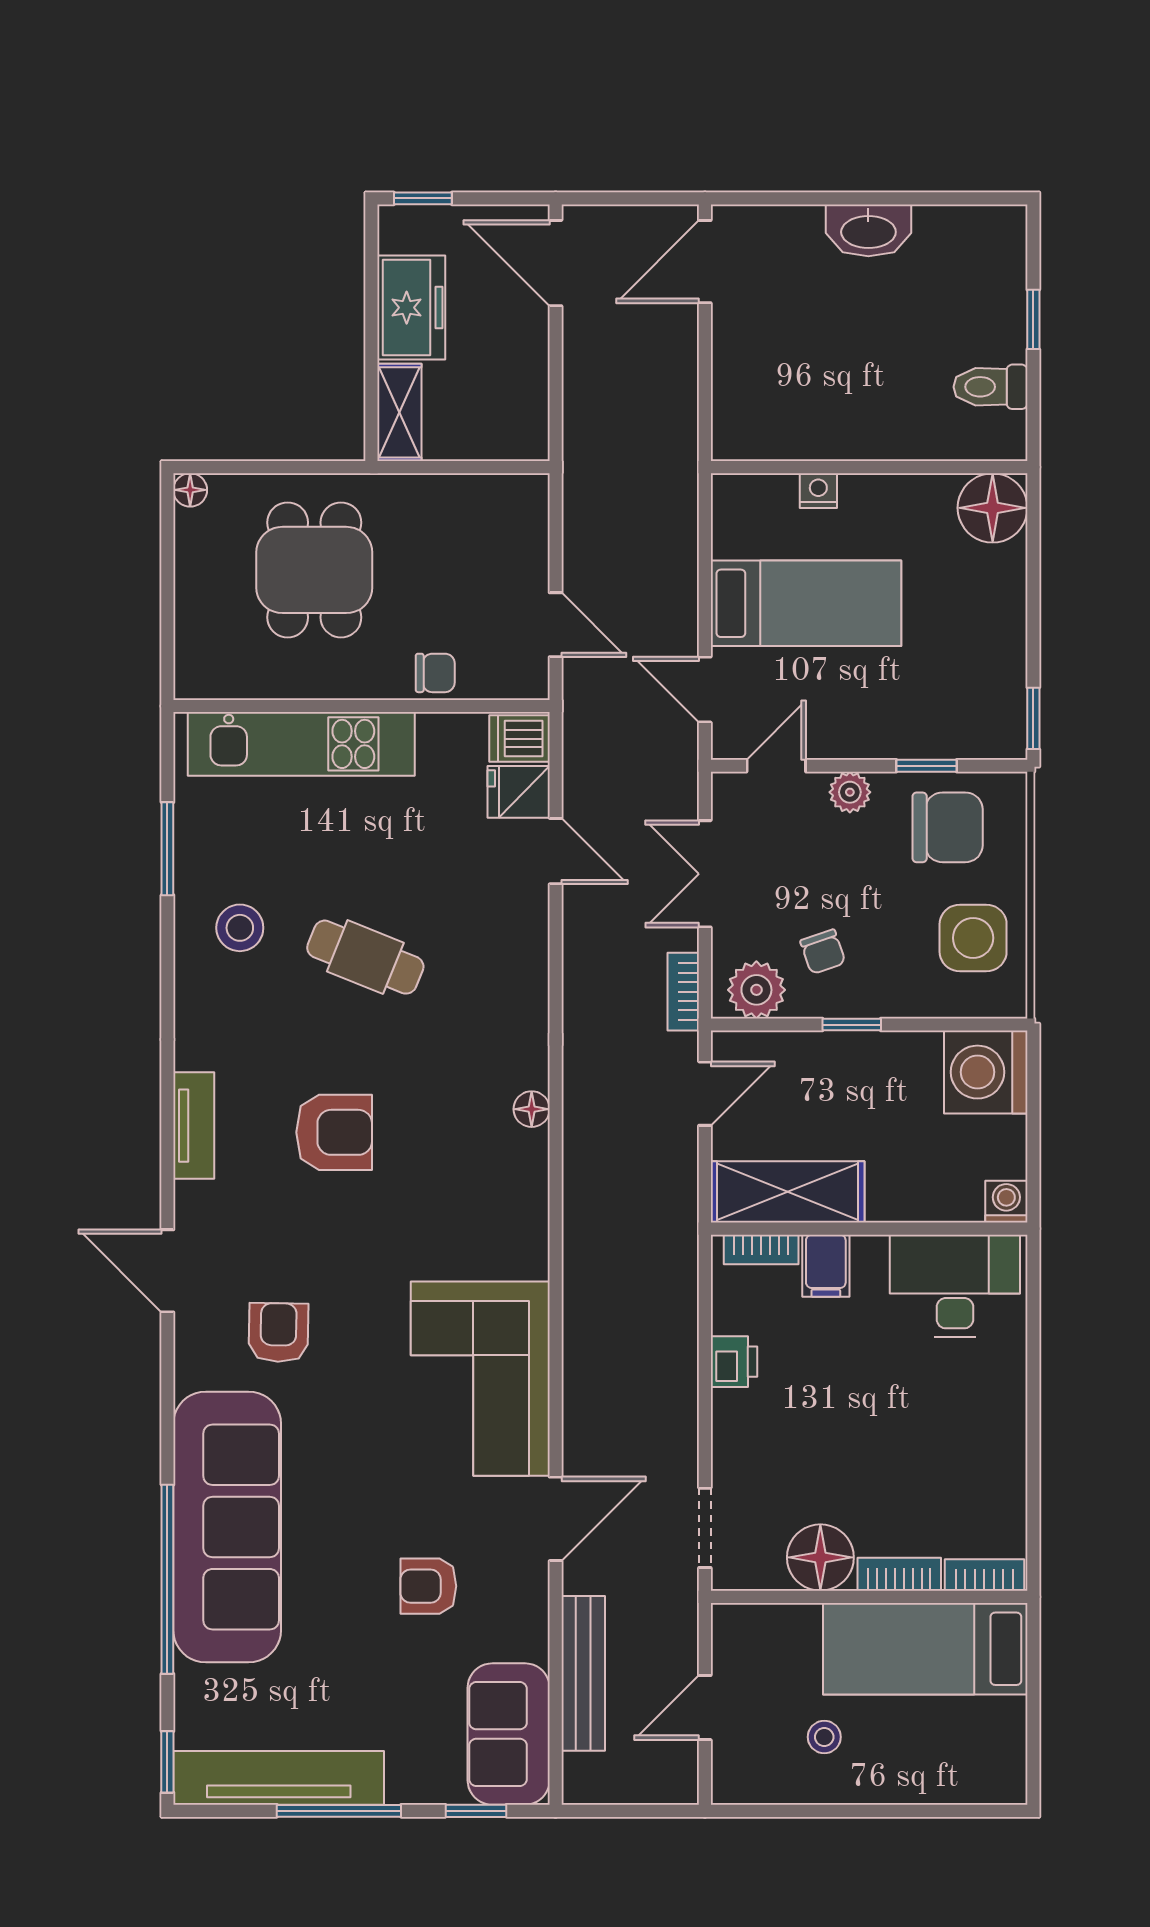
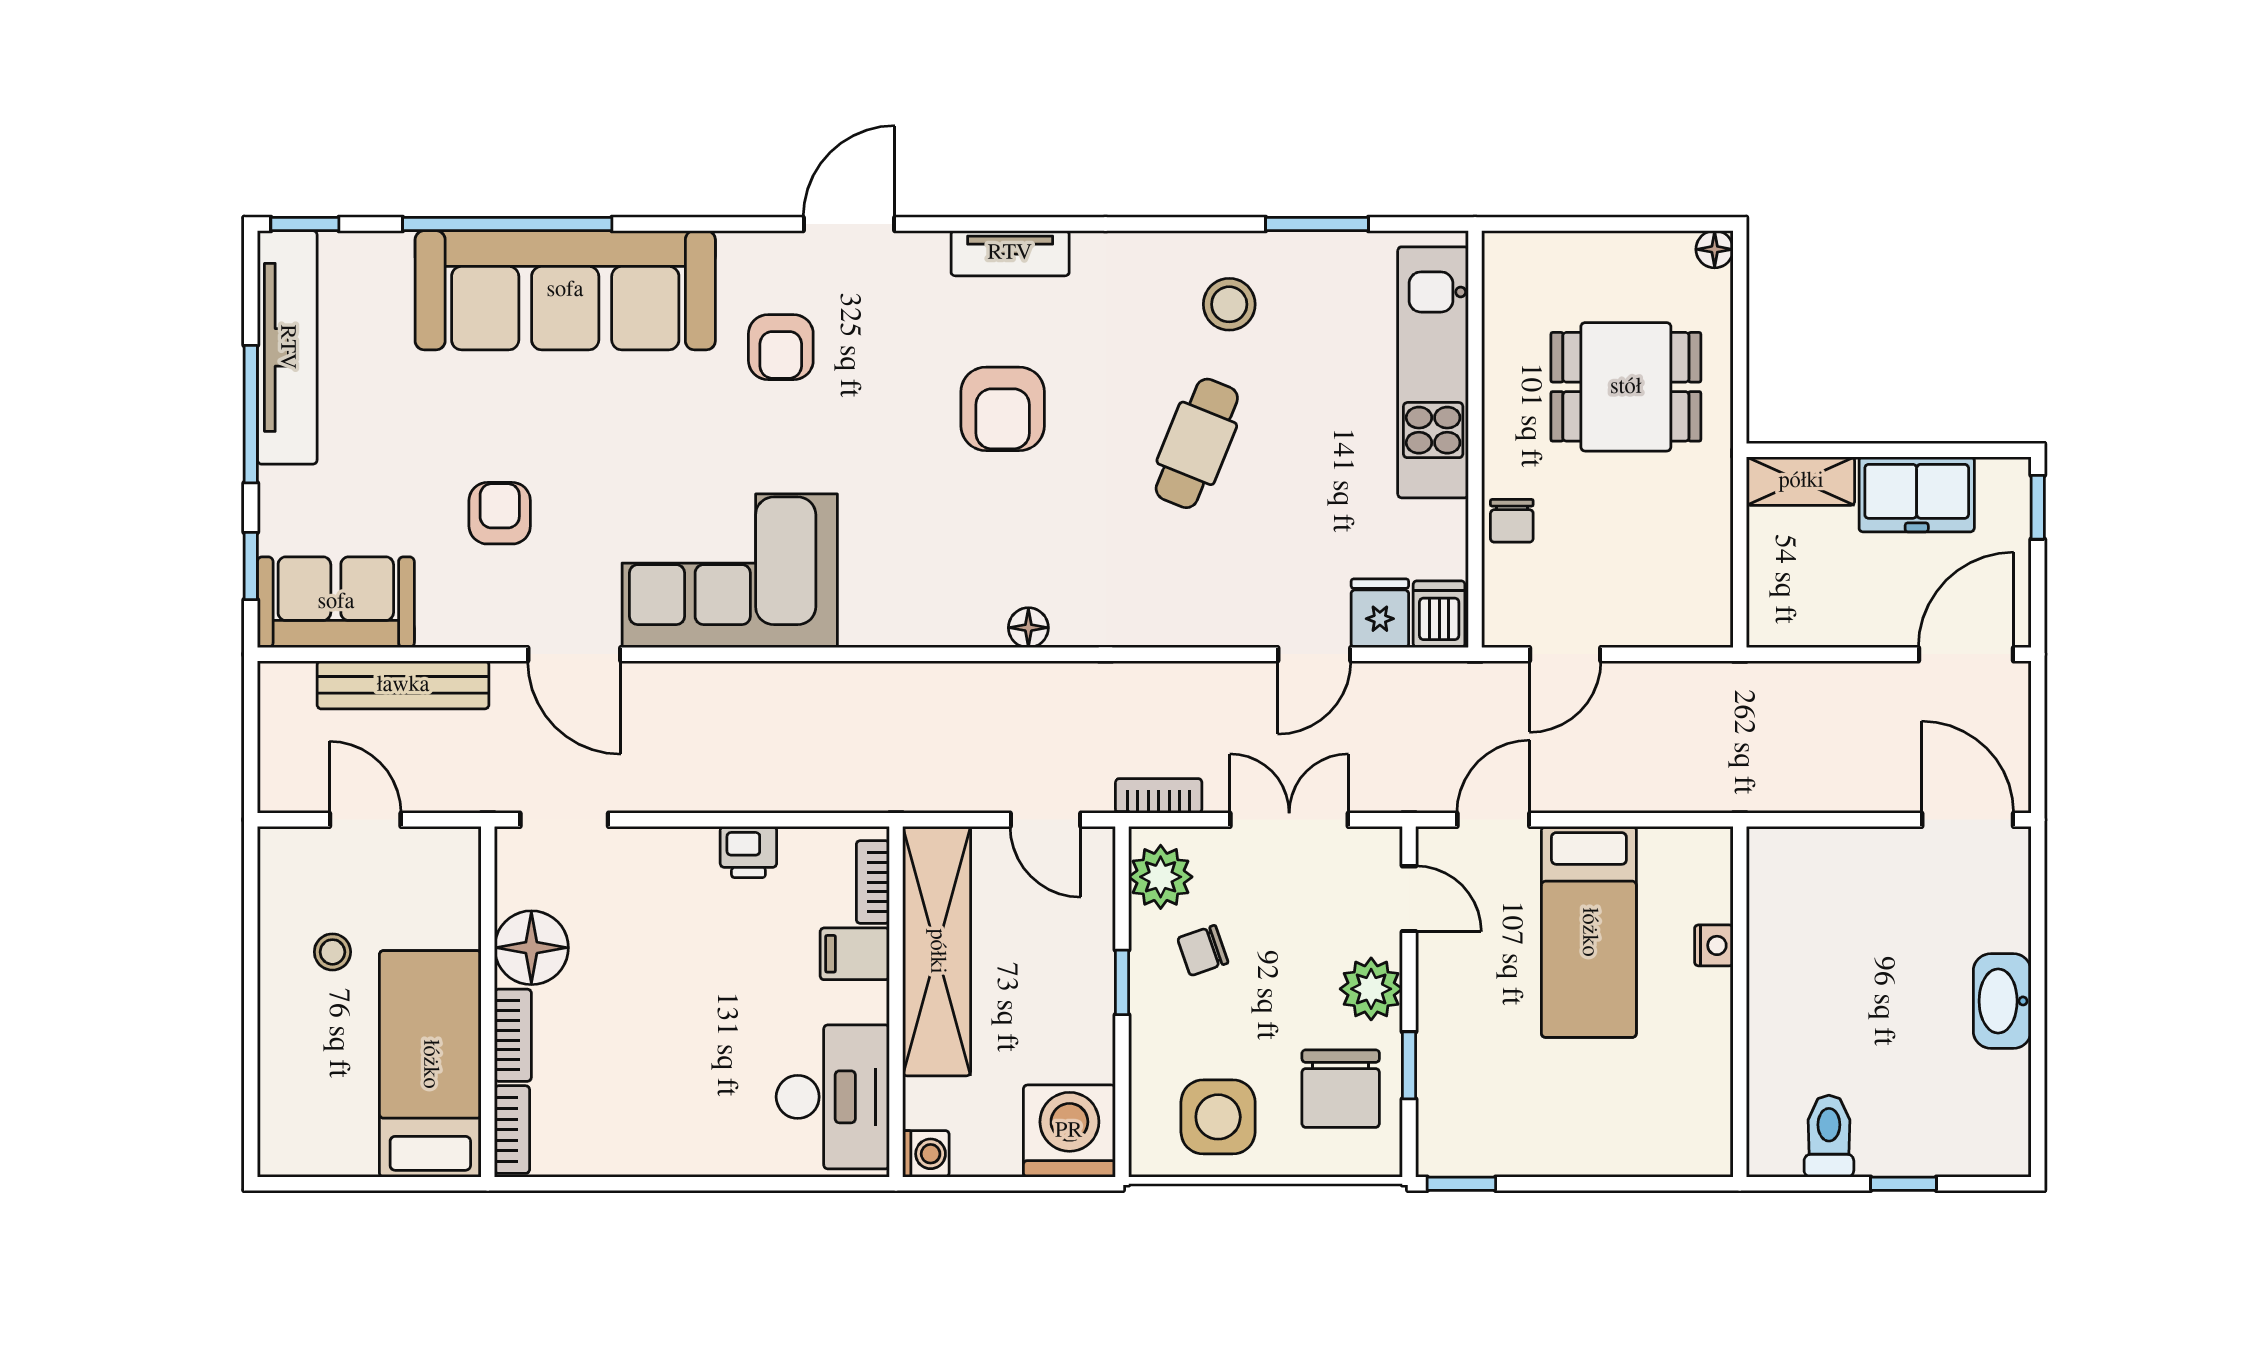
floor lamp: (993, 508) -> (1695, 1139), removed
plant: (850, 792) -> (1371, 989), width x1.38, depth x1.38
shelving: (788, 1192) -> (937, 951), width x1.47
armchair: (278, 1332) -> (781, 347), turned 89

